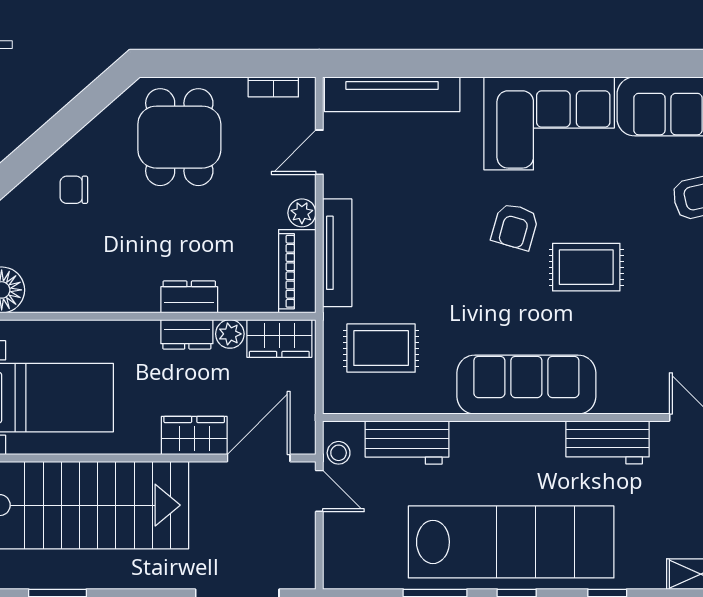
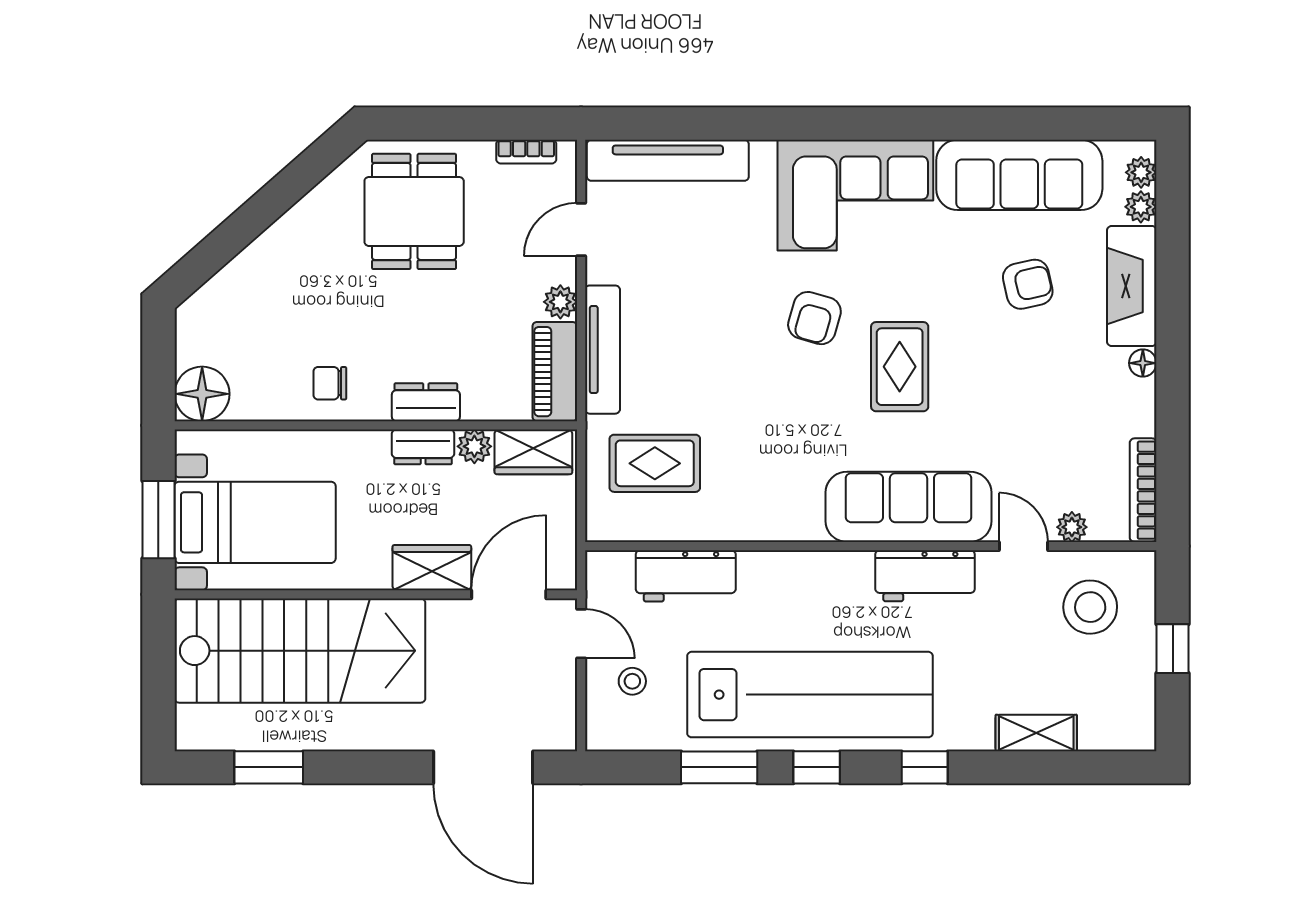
chair: (74, 190) -> (330, 383), moved
rug: (586, 267) -> (900, 367), turned 90
sofa: (526, 385) -> (908, 507), moved
stool: (339, 453) -> (632, 681), moved

